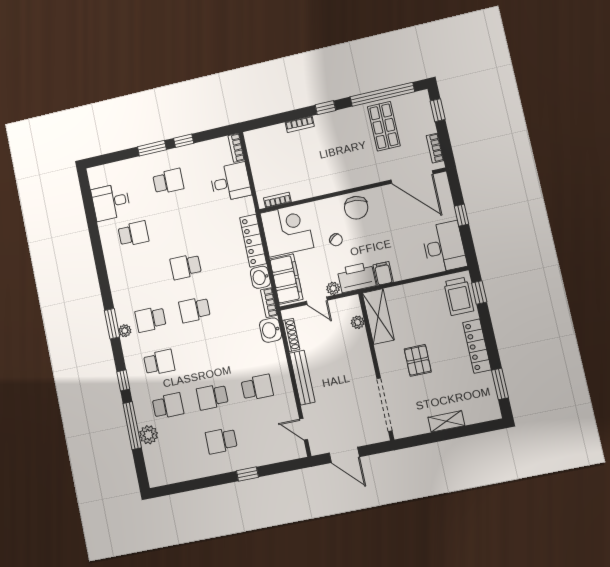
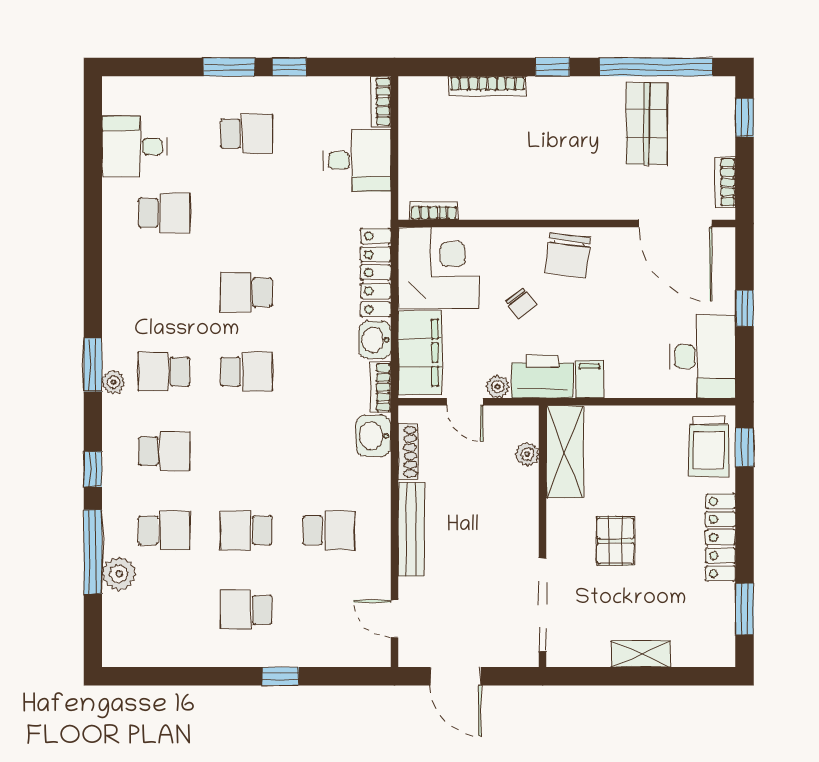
bookcase: (300, 124) -> (487, 86), width x1.56
school desk: (195, 310) -> (246, 372), turned 180

